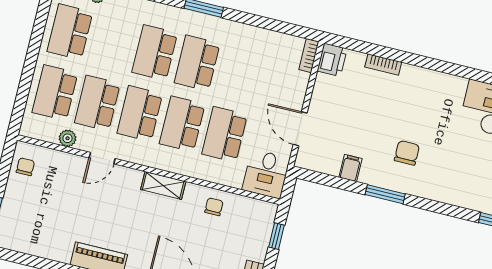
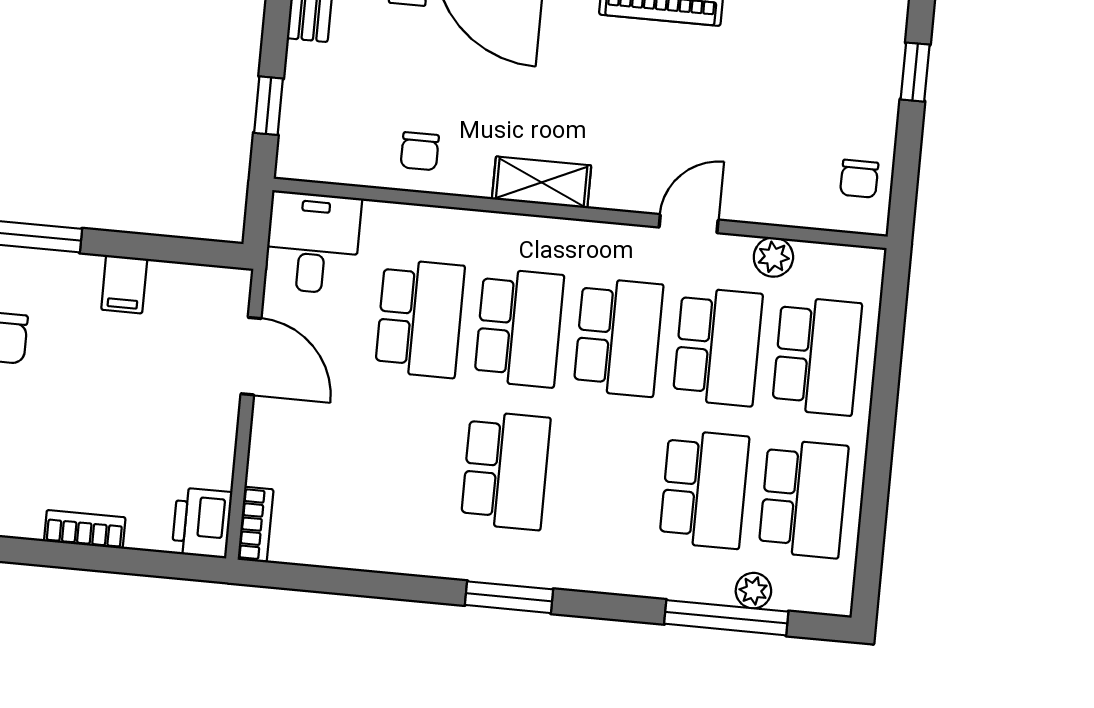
school desk: (155, 53) -> (704, 489), moved

